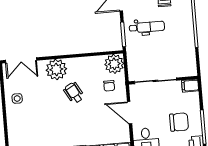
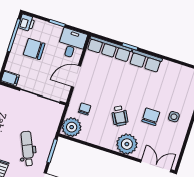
dental chair: (147, 27) -> (27, 149), turned 66
side table: (17, 98) -> (174, 117), moved
chair: (45, 104) -> (151, 117), added
door: (130, 113) -> (76, 76), swing flipped

